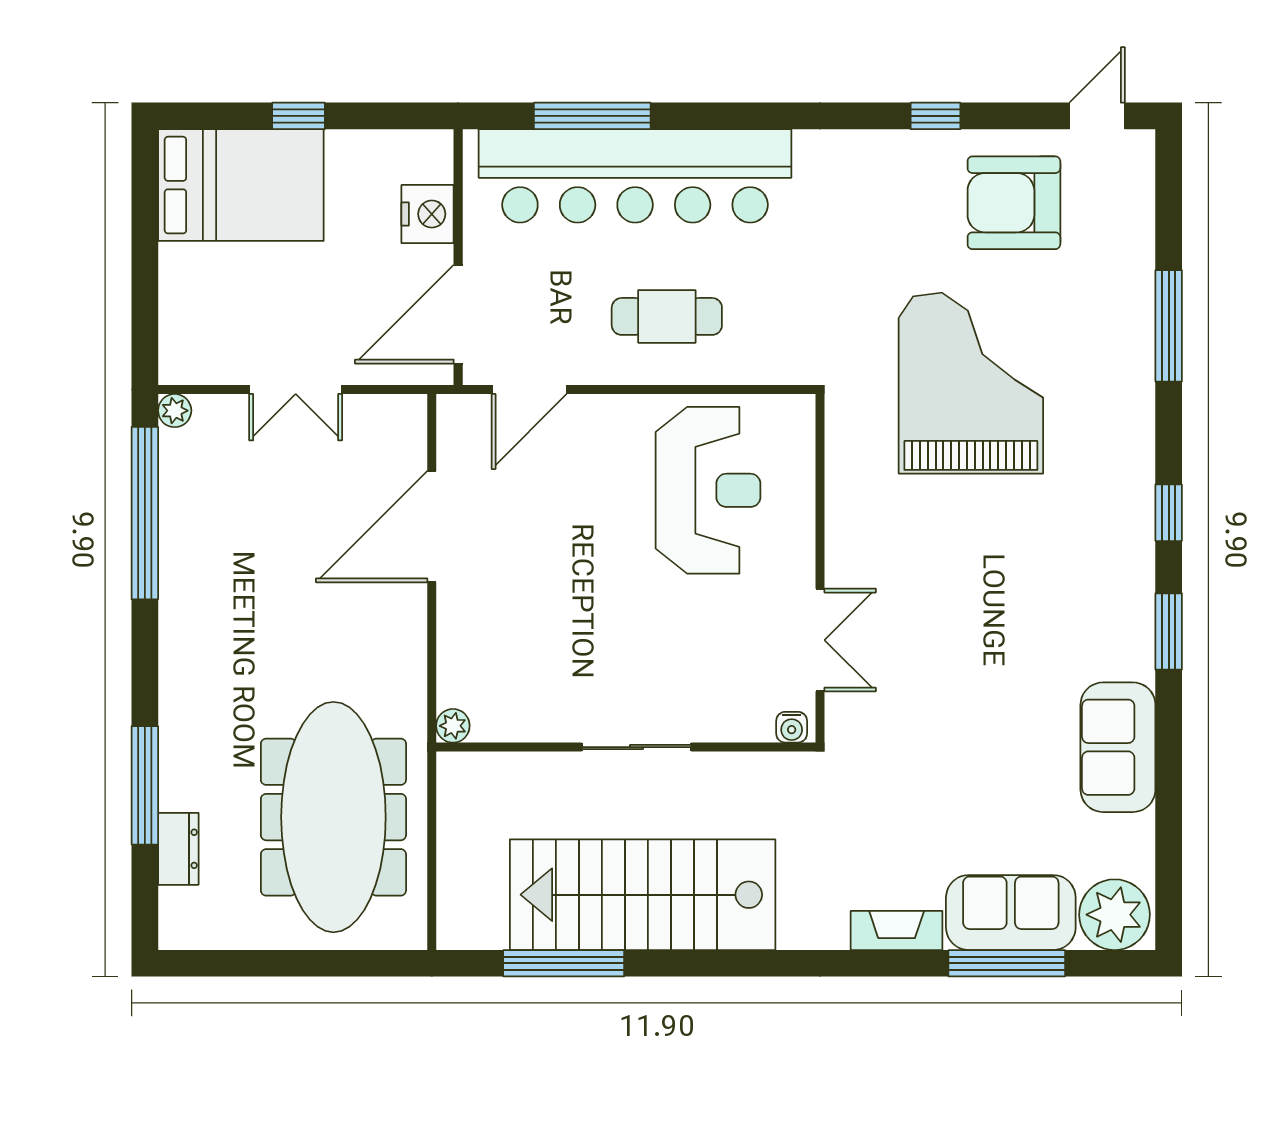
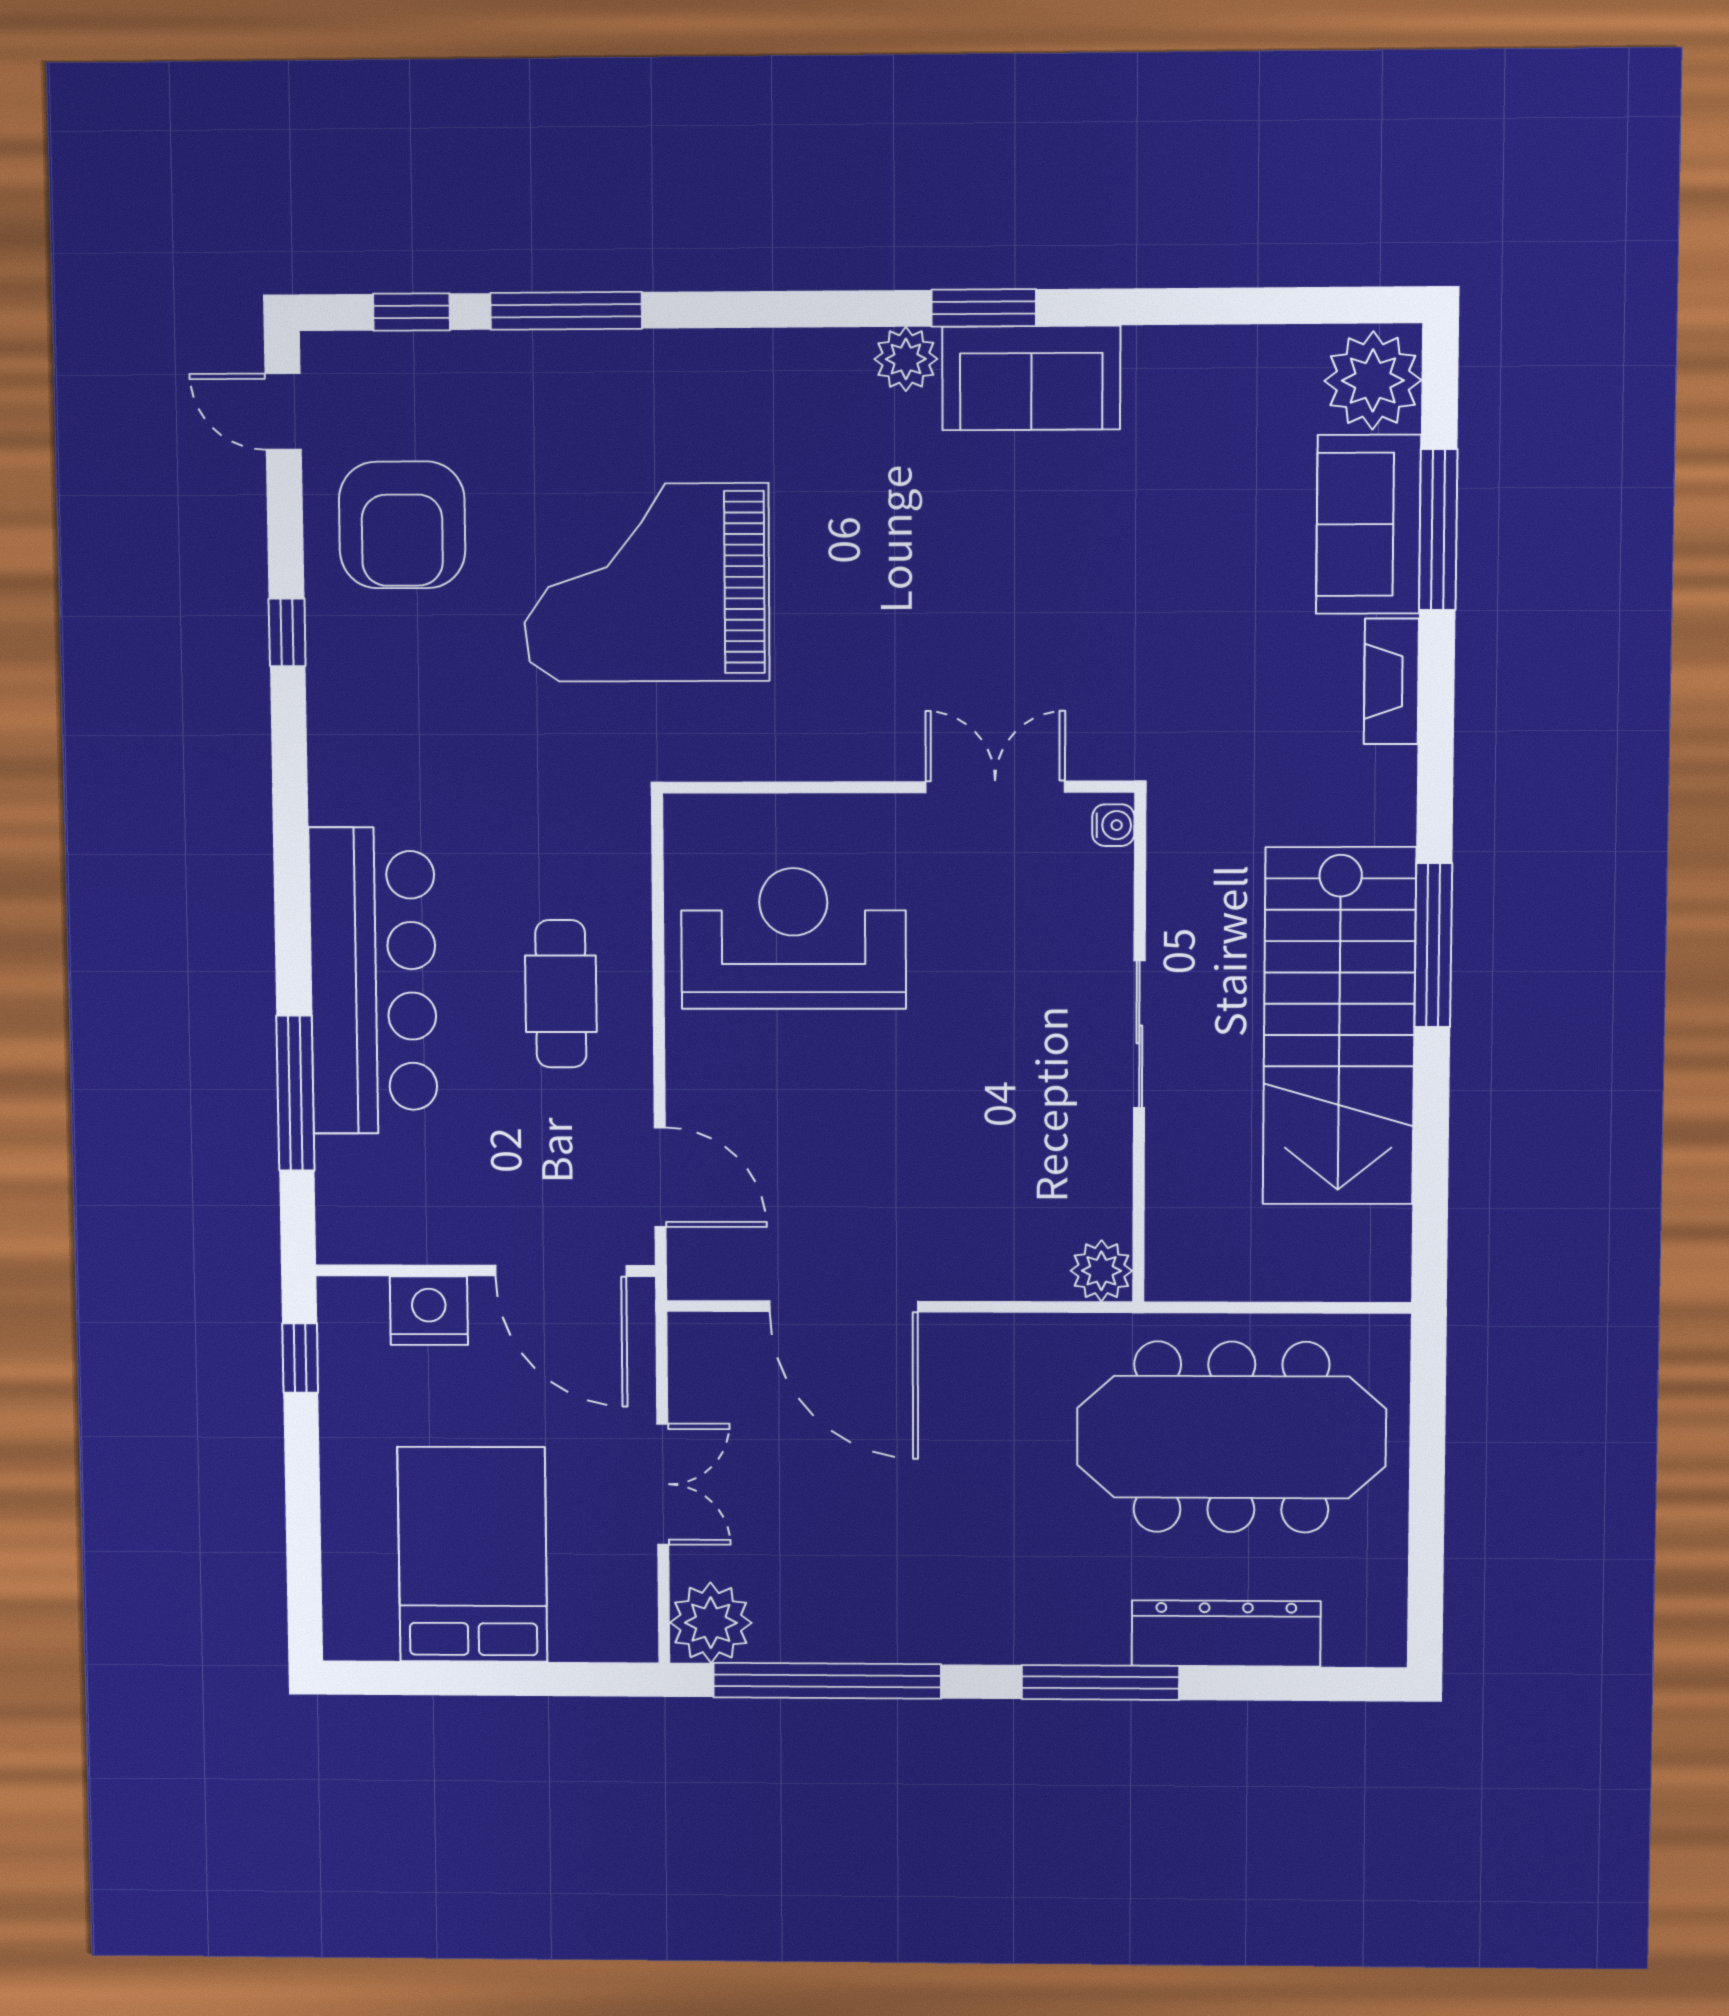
window: (299, 116) -> (300, 1358), moved
bar counter: (635, 176) -> (373, 981), width x0.73
bed: (241, 185) -> (472, 1554), moved
plant: (175, 411) -> (711, 1623), width x1.88, depth x1.88
window: (1169, 513) -> (411, 312), moved
plant: (1132, 575) -> (906, 359), added
plant: (453, 726) -> (1101, 1271), width x1.38, depth x1.38
sofa: (1118, 747) -> (1031, 378), moved
window: (145, 785) -> (1100, 1683), moved
dresser: (178, 849) -> (1226, 1633), width x1.96, depth x1.24
window: (564, 963) -> (1433, 945), moved

